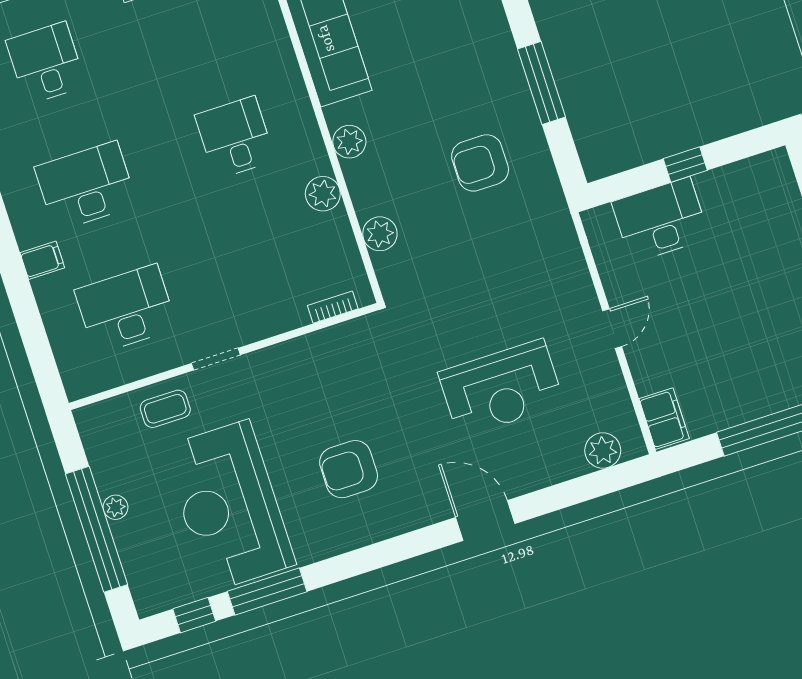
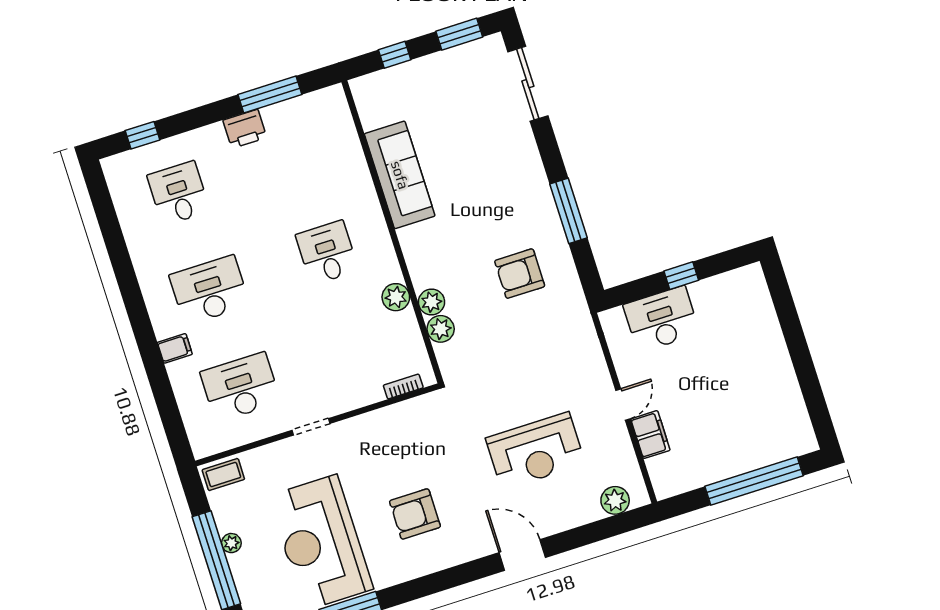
plant: (349, 142) -> (431, 302), moved
coffee table: (165, 409) -> (223, 475), moved
filing cabinet: (664, 419) -> (650, 435), moved

